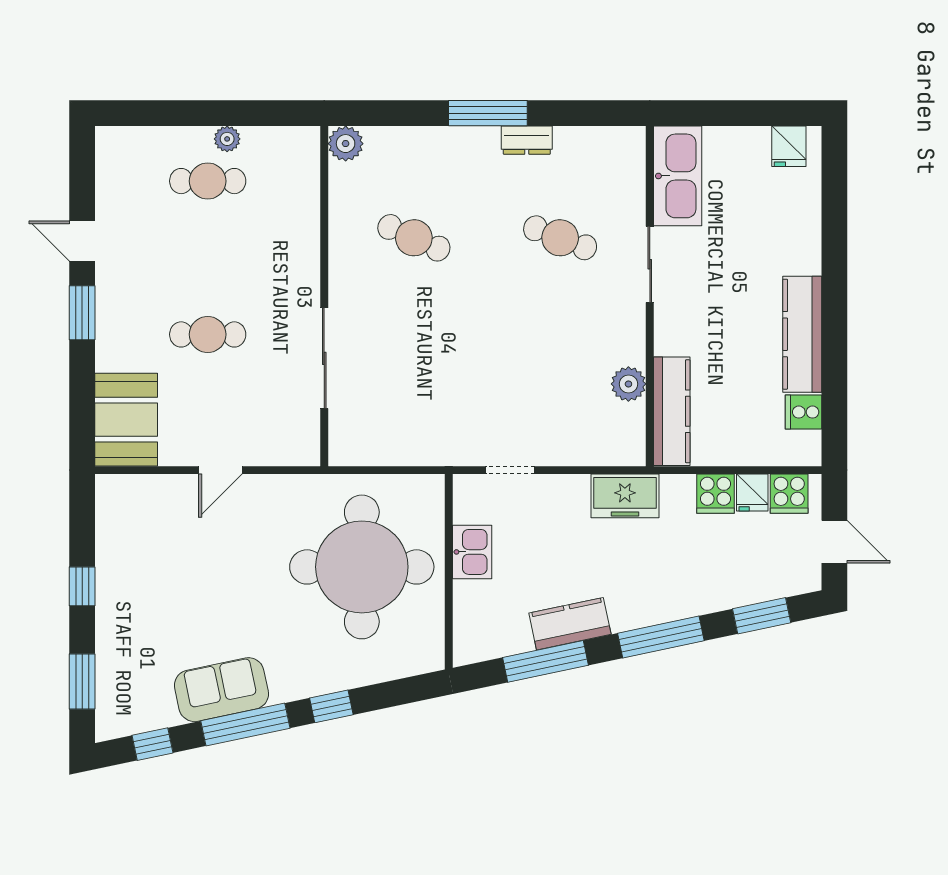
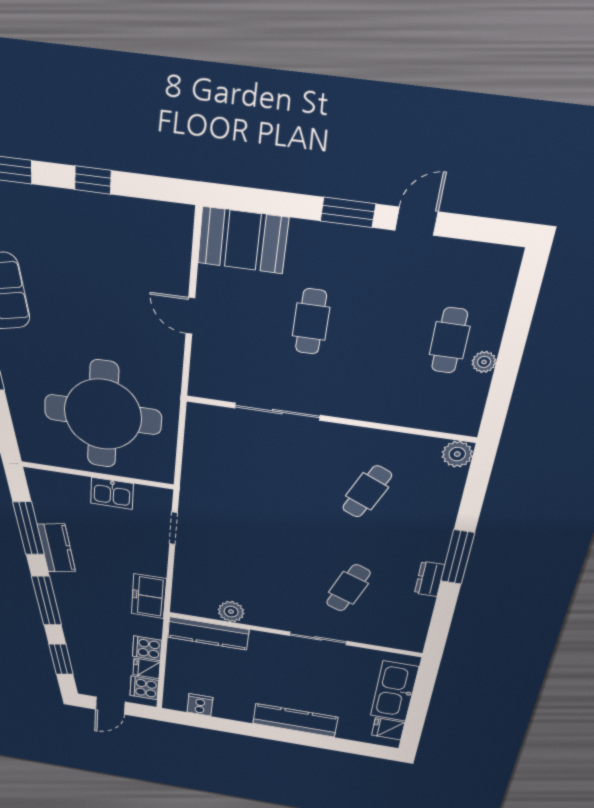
kitchen sink: (678, 176) -> (394, 691), moved, turned 90
kitchen counter: (802, 334) -> (295, 720), moved

